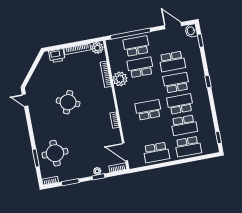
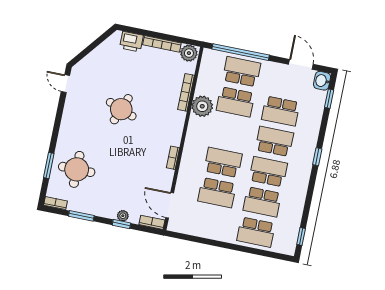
school desk: (140, 67) -> (235, 102), turned 180
school desk: (156, 153) -> (217, 193), moved

